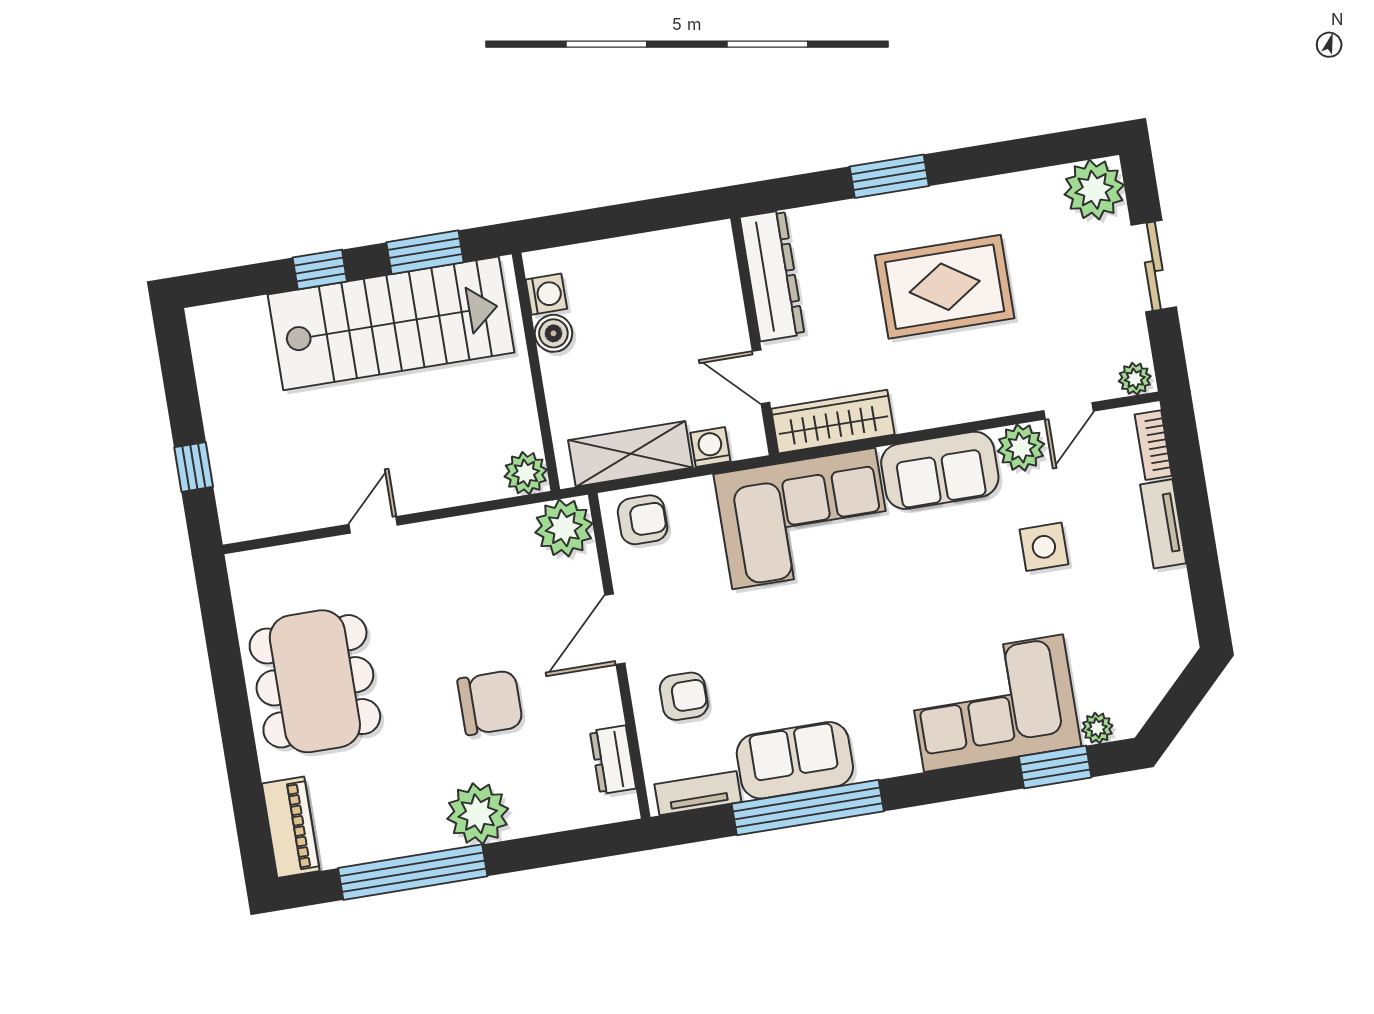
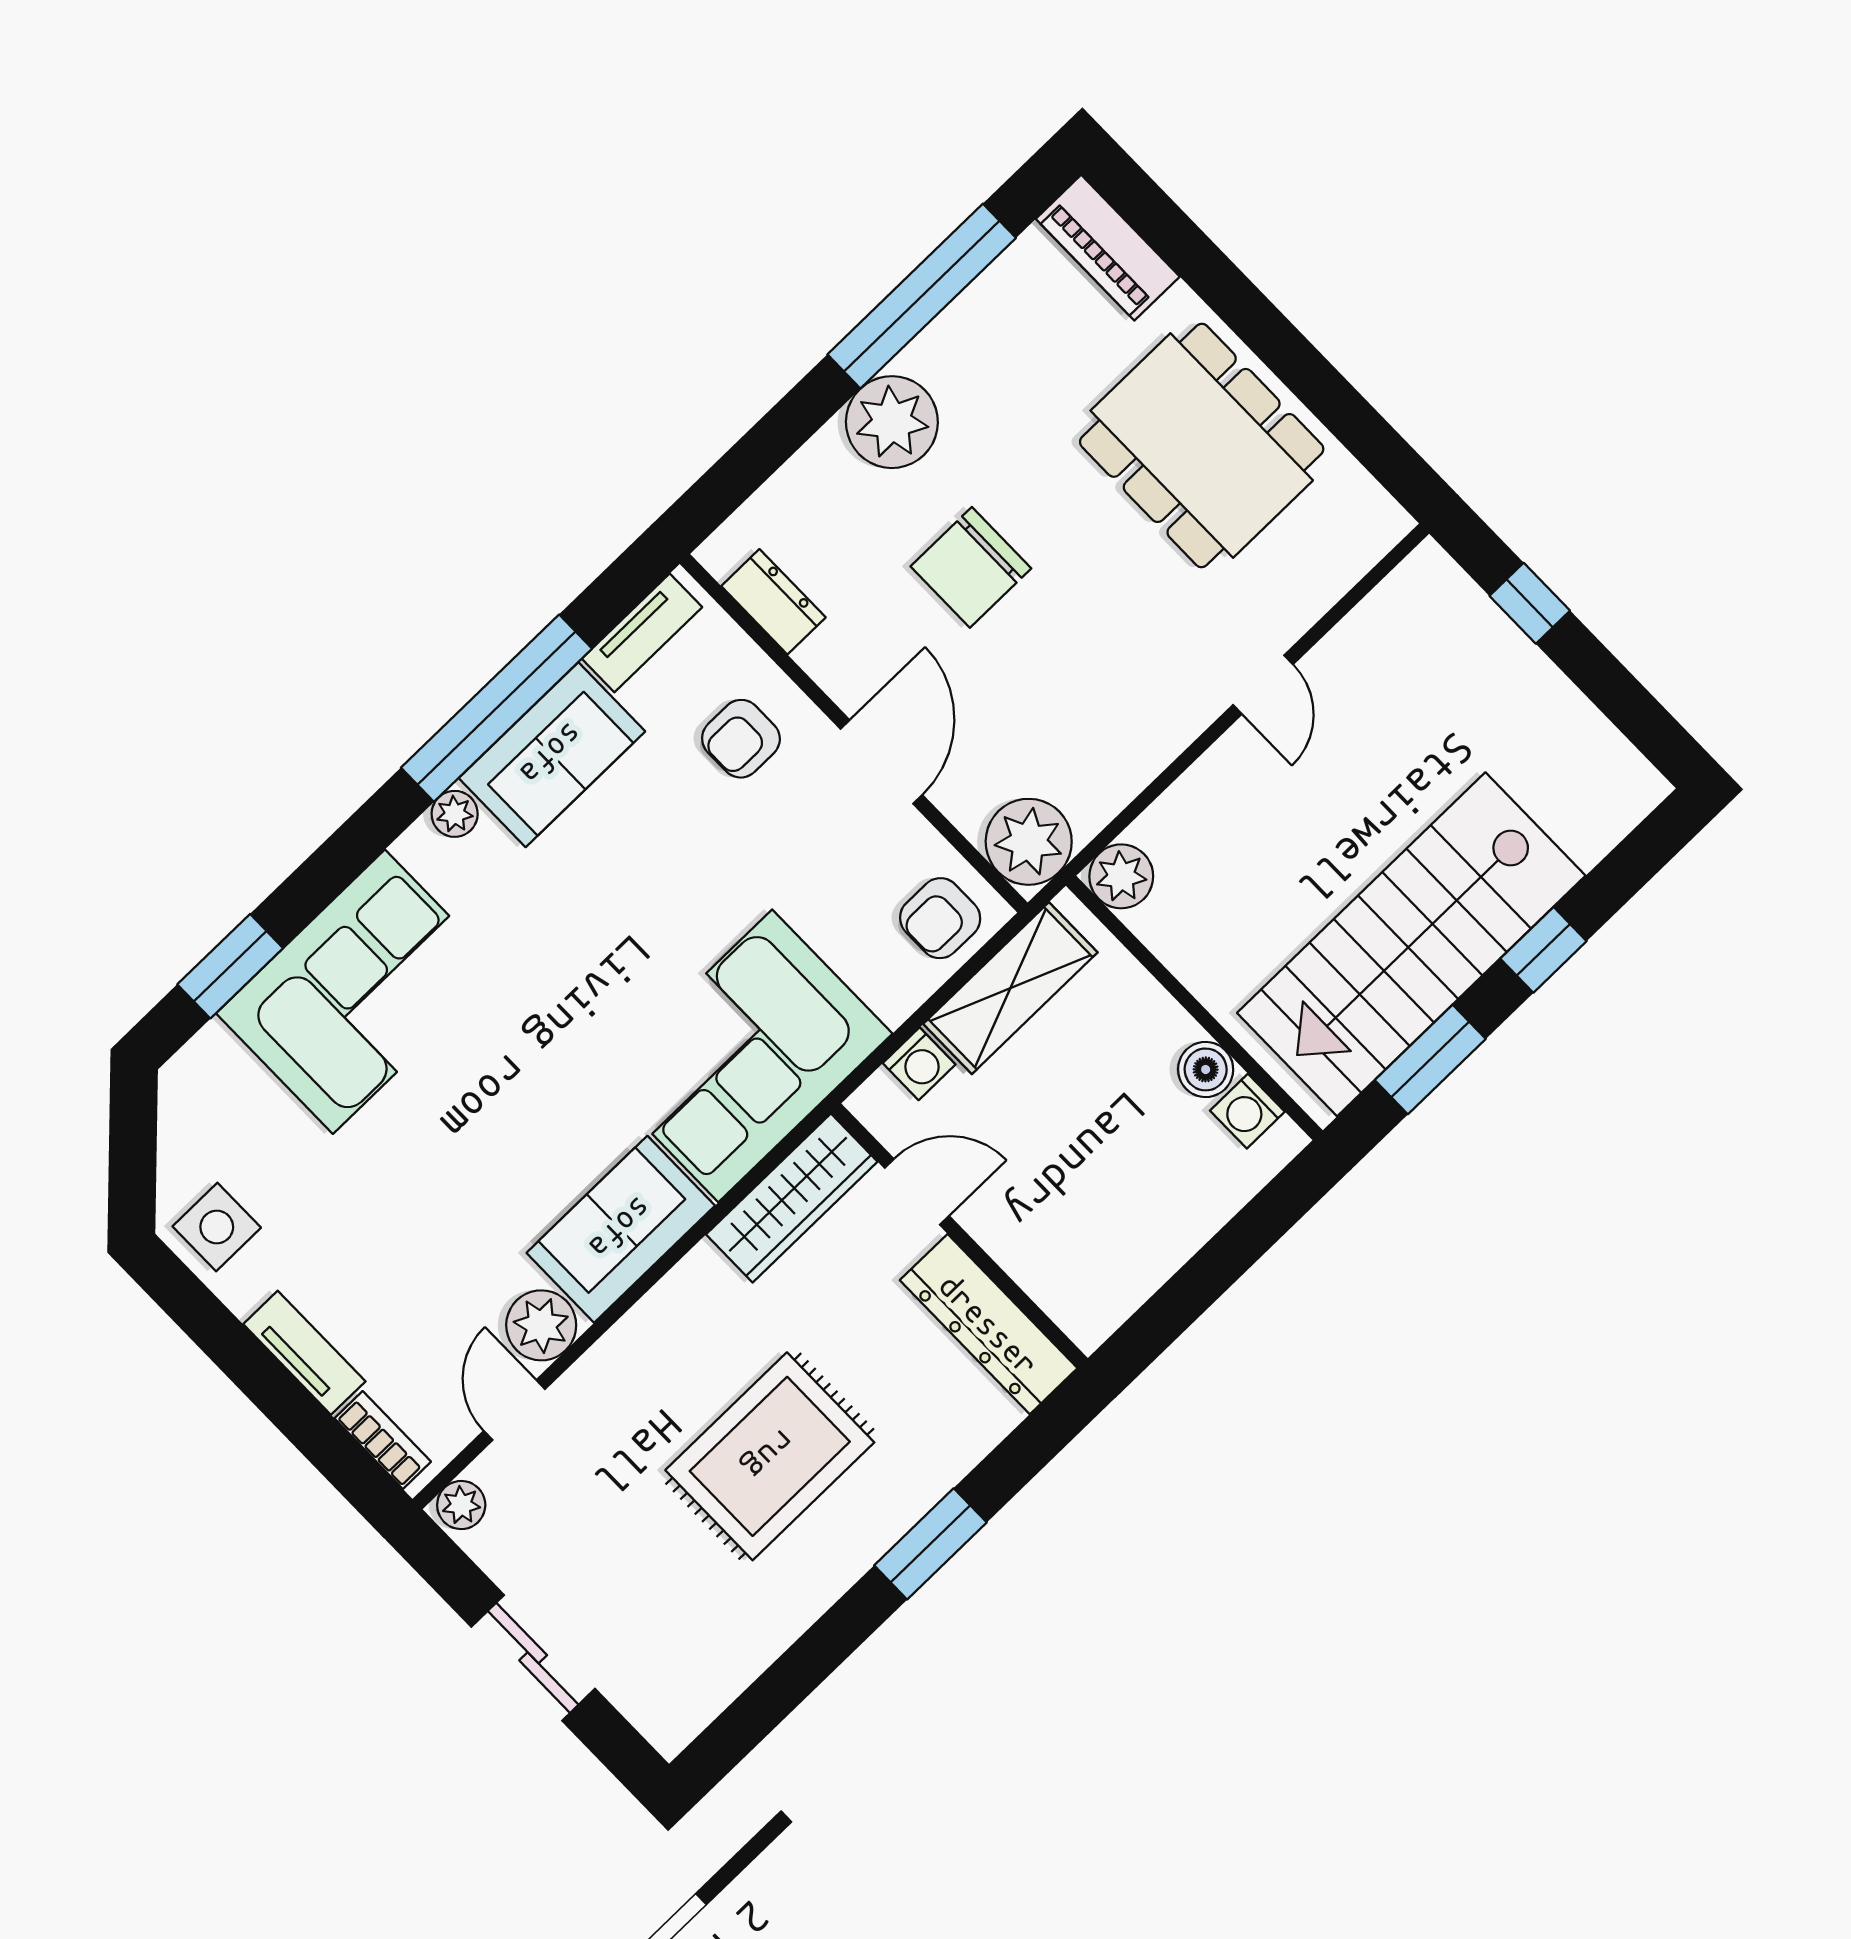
plant: (1094, 190) -> (670, 1700), removed
side table: (1044, 547) -> (217, 1227), moved
plant: (1097, 728) -> (455, 814), moved

